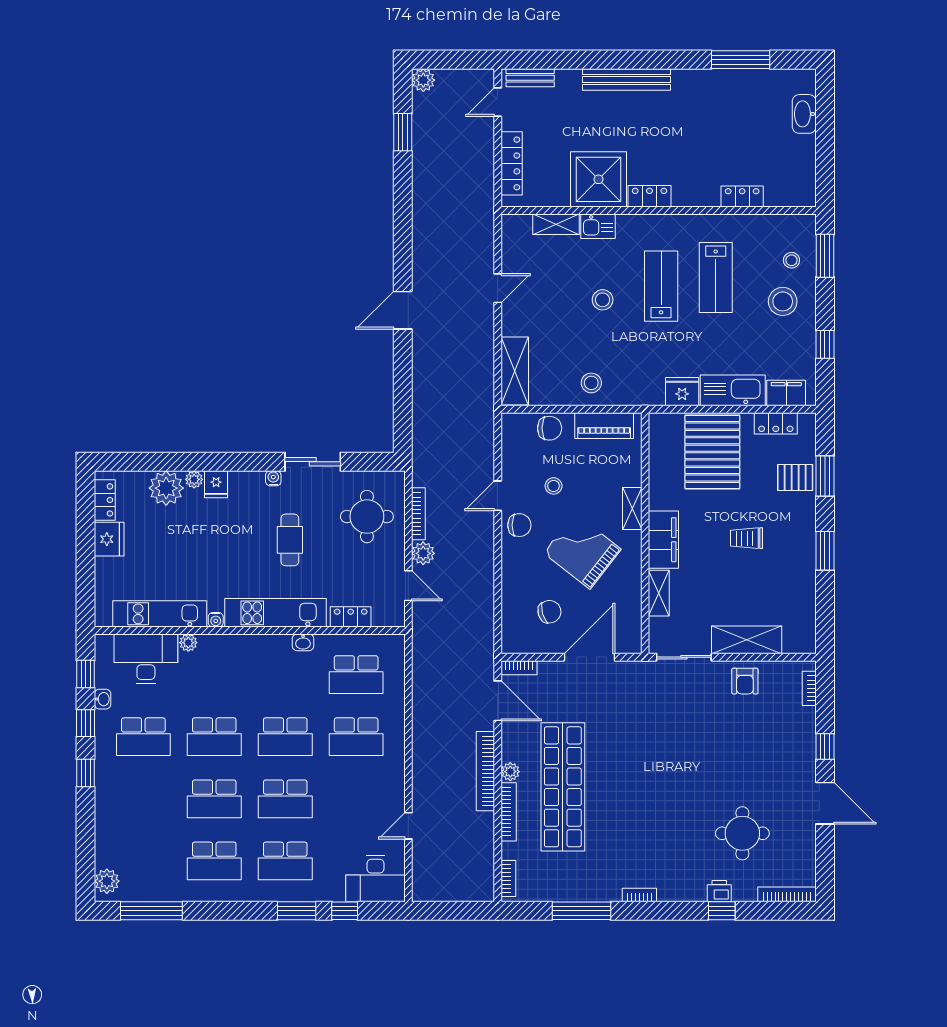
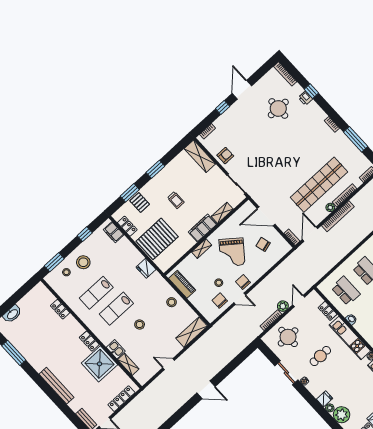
lab bench: (716, 278) -> (96, 293), turned 180
kitchen sink: (733, 390) -> (130, 251), removed
chair: (550, 428) -> (220, 301), moved
shelving: (747, 640) -> (200, 156), moved

